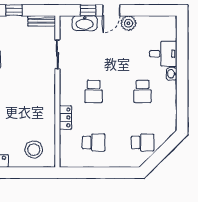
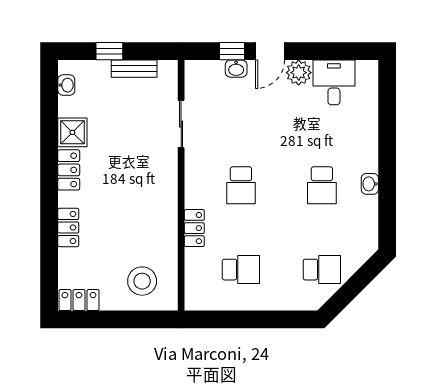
bench: (42, 21) -> (134, 69), moved
washbasin: (85, 23) -> (236, 69), width x0.52, depth x0.69
desk: (163, 54) -> (334, 82), moved, turned -90
washbasin: (172, 74) -> (370, 184), moved

